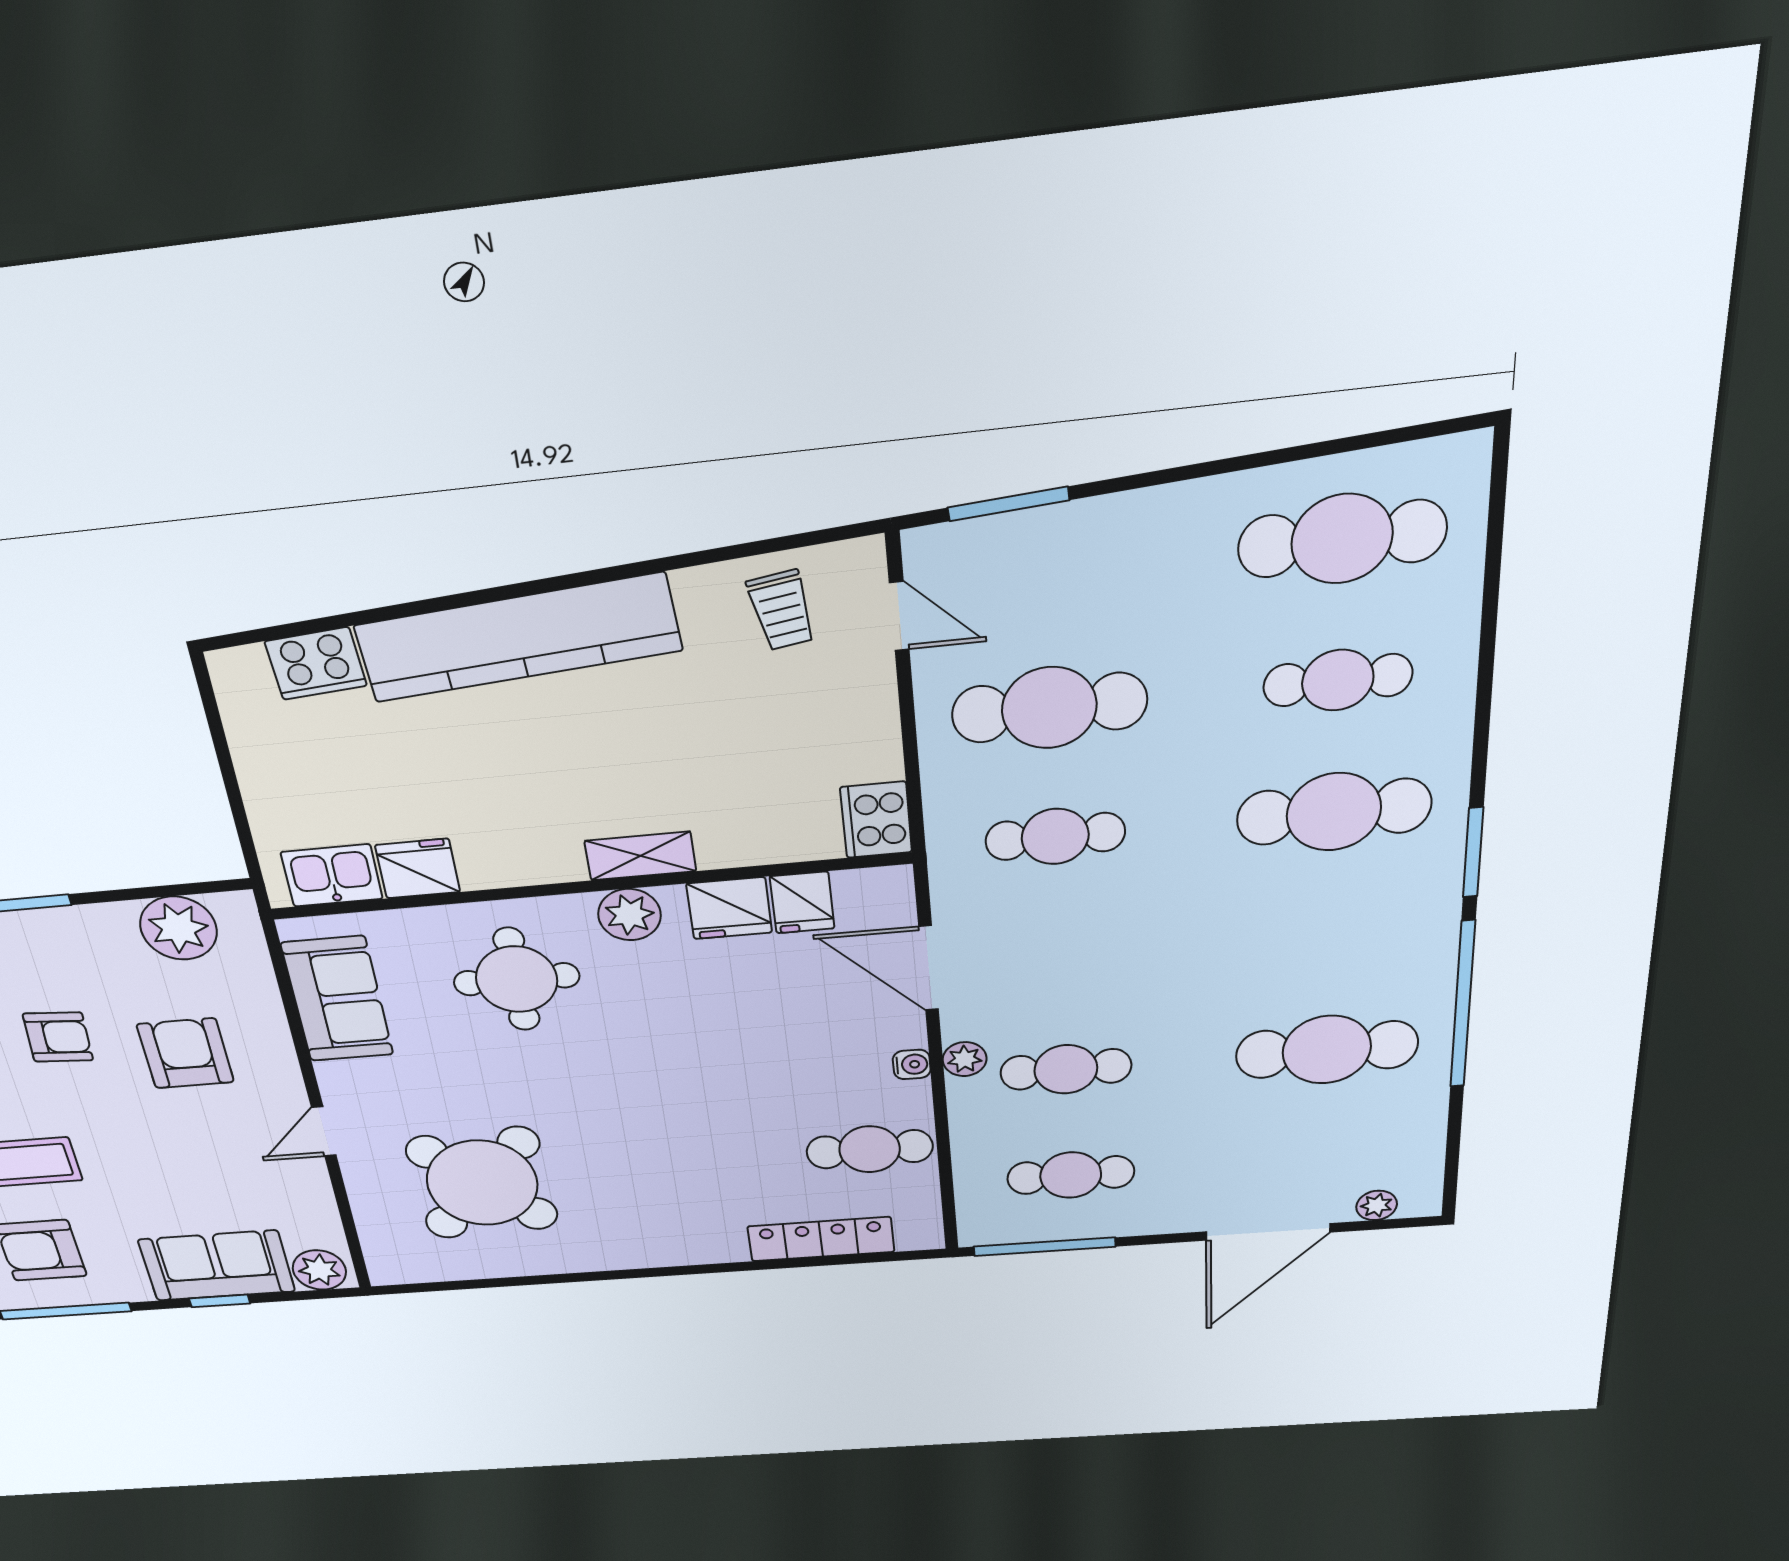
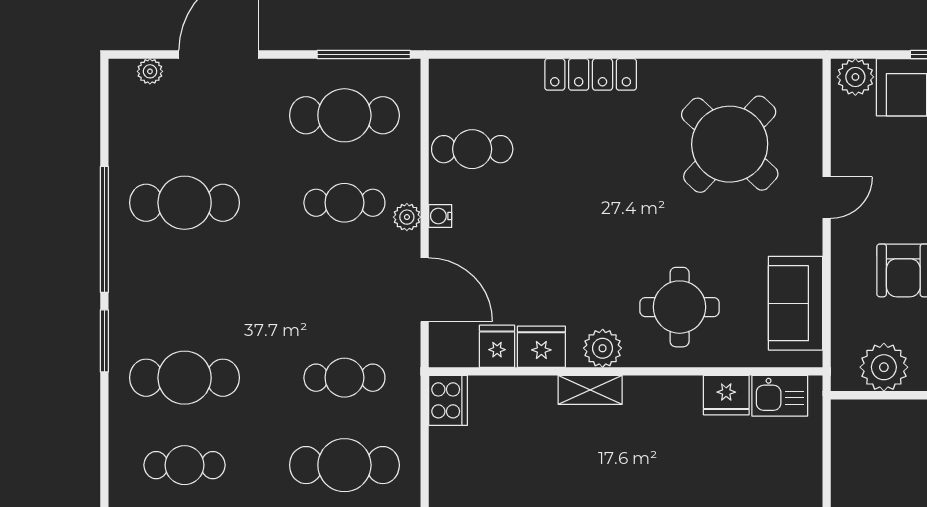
cafe table: (1071, 1175) -> (344, 115), width x1.37, depth x1.35
locker: (821, 1239) -> (591, 74), moved

